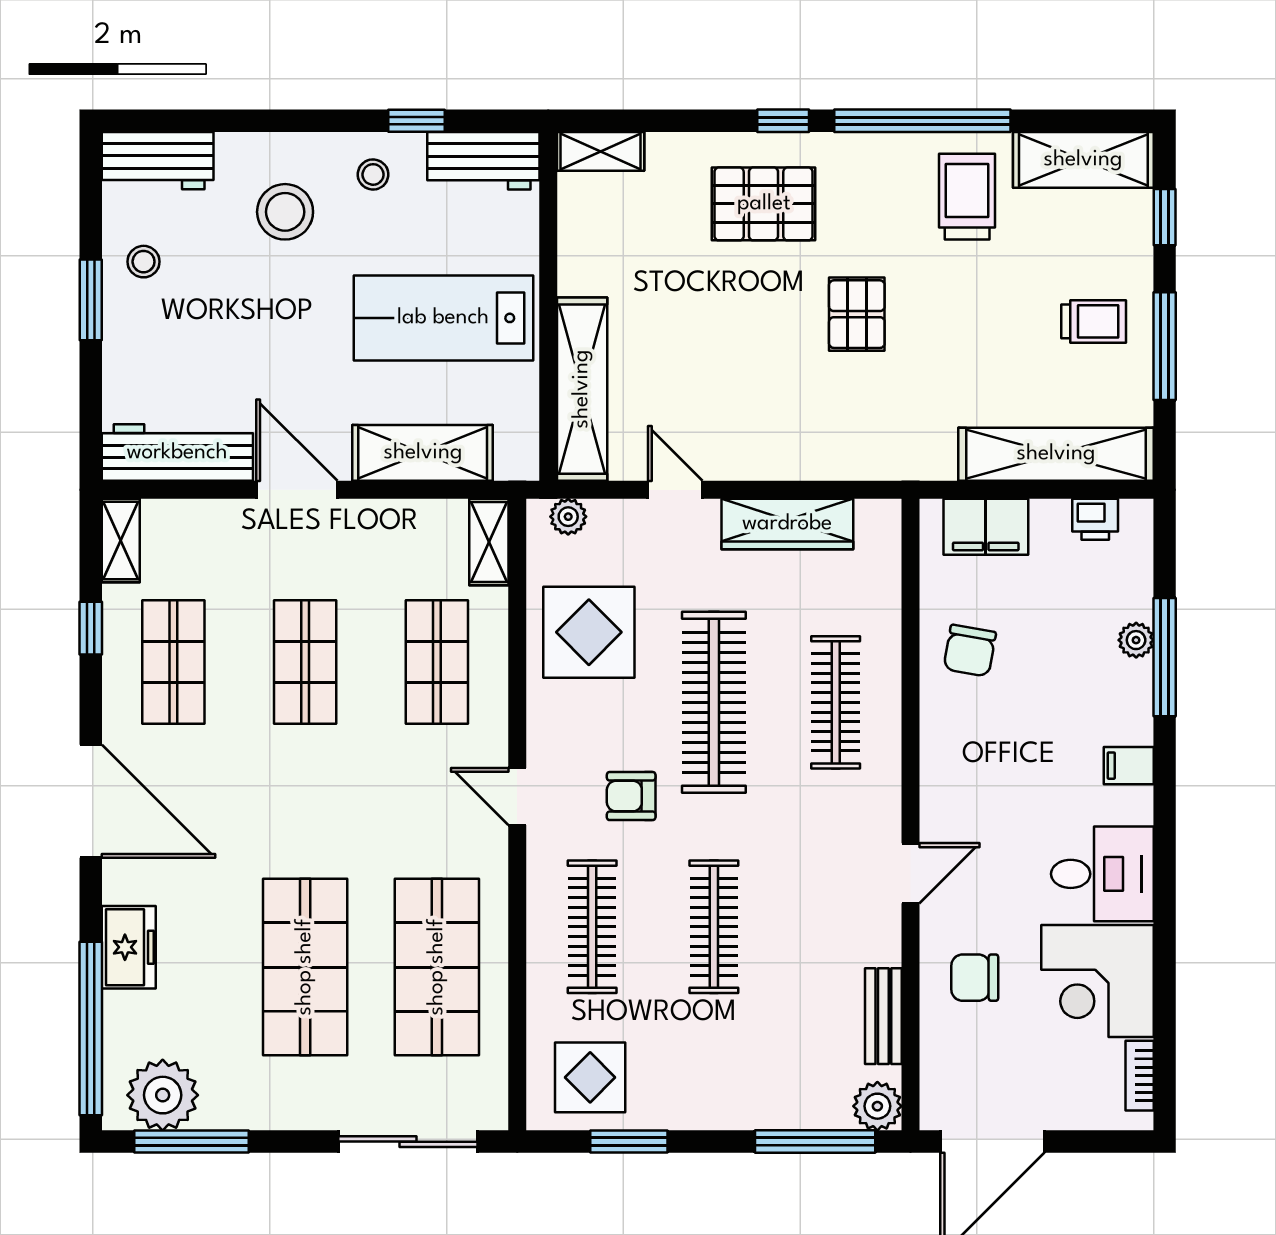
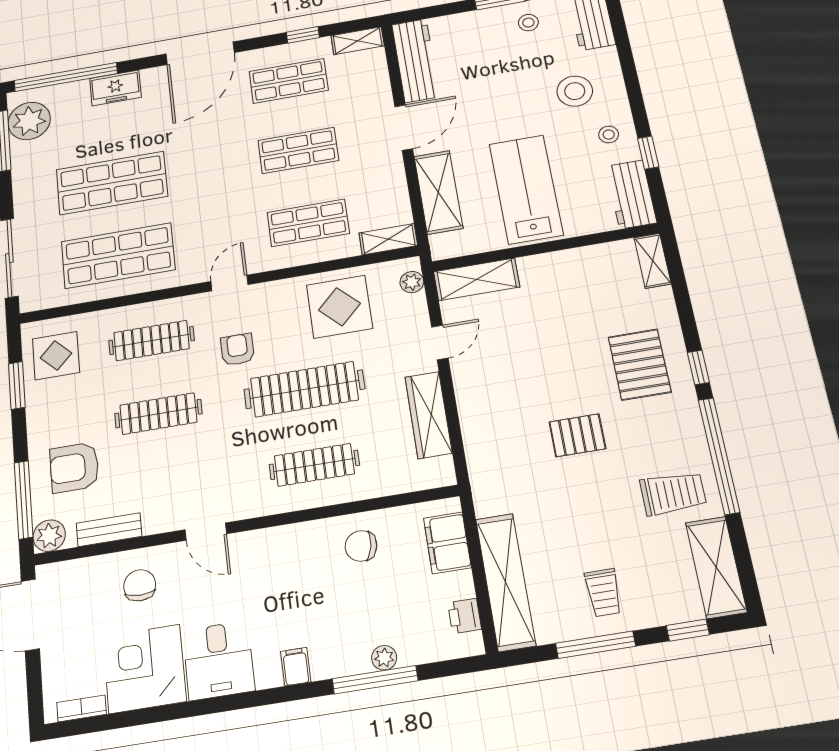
shelving: (582, 389) -> (477, 279), width x0.68
armchair: (778, 1061) -> (74, 468), added

